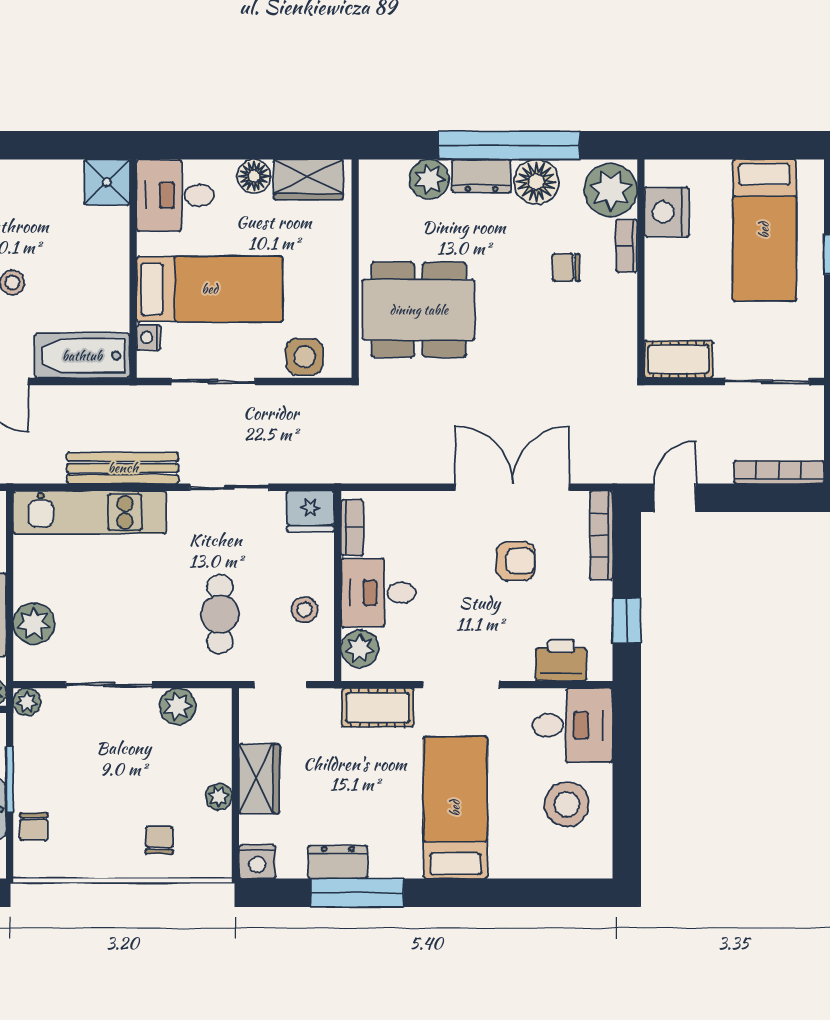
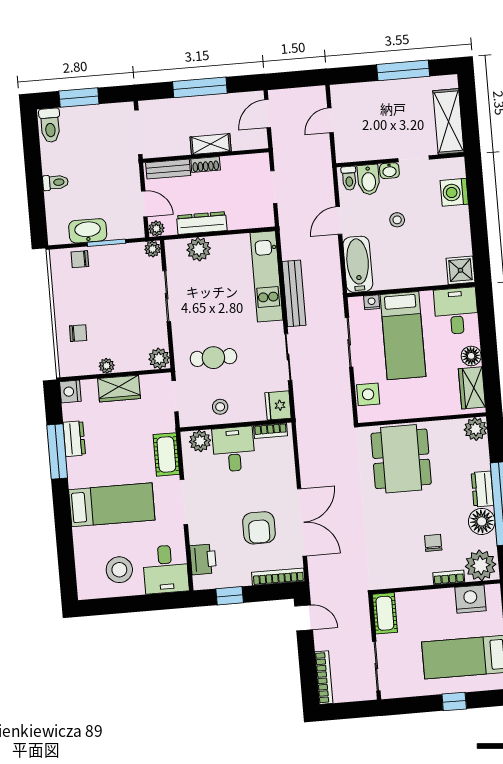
plant: (429, 179) -> (476, 429), moved
armchair: (516, 561) -> (259, 528), width x1.38, depth x1.38
plant: (178, 706) -> (159, 358), moved

